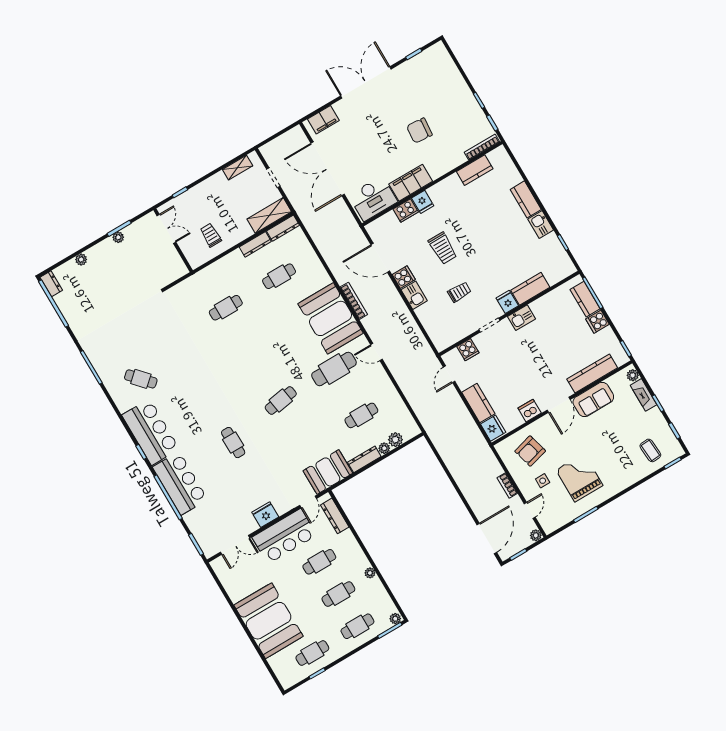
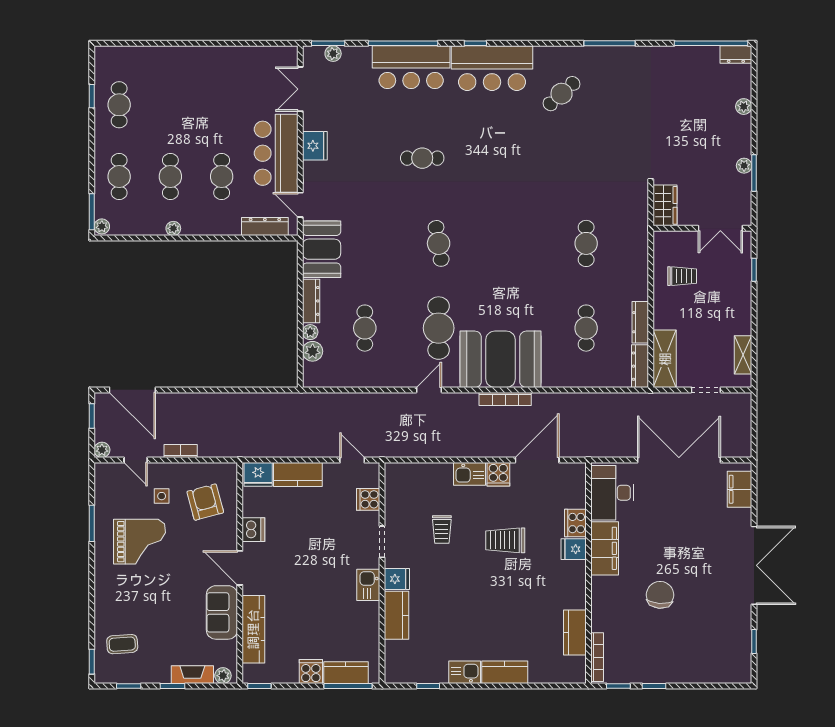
wardrobe: (173, 272) -> (665, 205), added
plant: (201, 537) -> (333, 54), added
booth: (269, 621) -> (188, 76), removed

